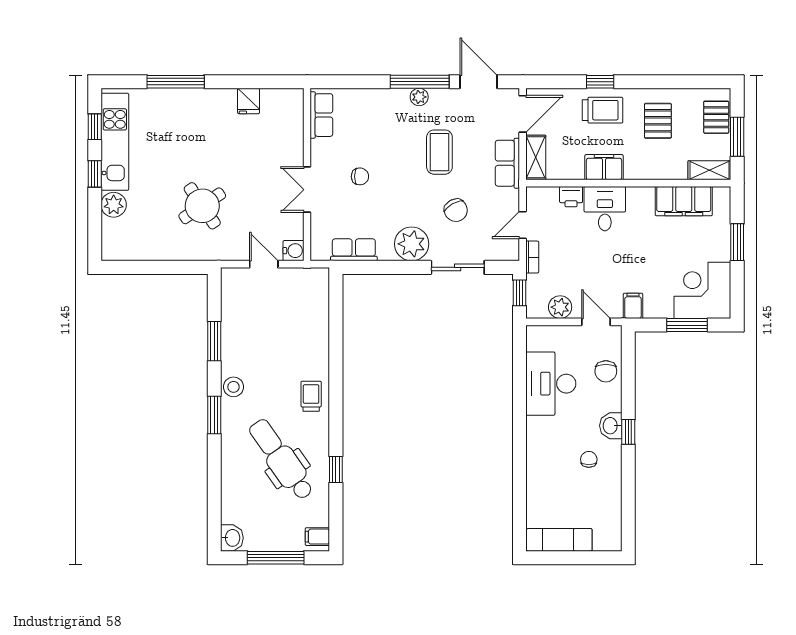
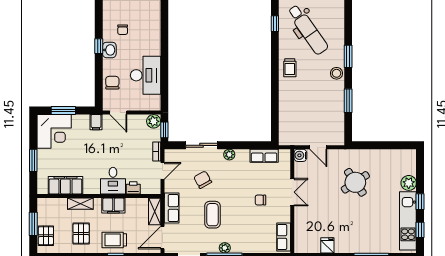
shelving: (709, 170) -> (80, 204), moved
plant: (412, 244) -> (229, 155), width x0.53, depth x0.53
plant: (560, 307) -> (154, 121), moved

